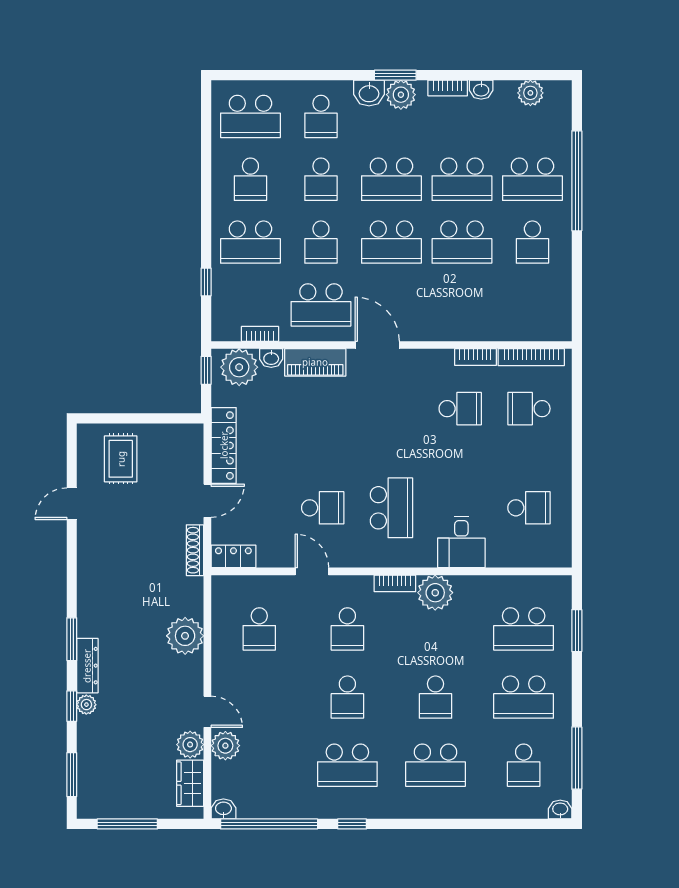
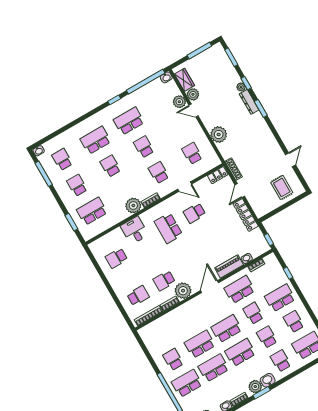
door: (377, 345) -> (209, 287), swing flipped
plant: (239, 367) -> (183, 291), moved
school desk: (524, 697) -> (77, 185), width x0.54

